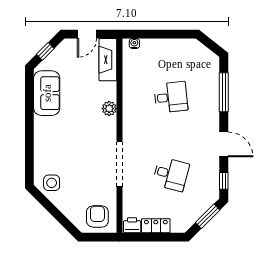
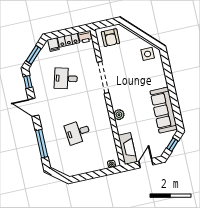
sofa: (47, 93) -> (164, 110), width x1.36
filing cabinet: (178, 224) -> (53, 45), added

